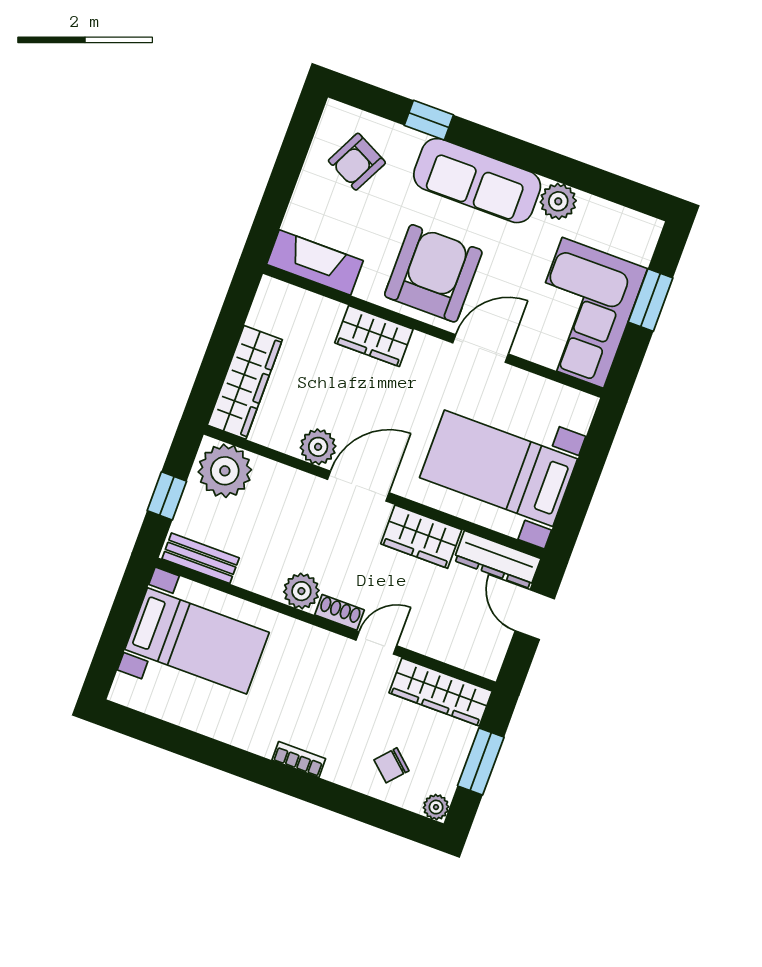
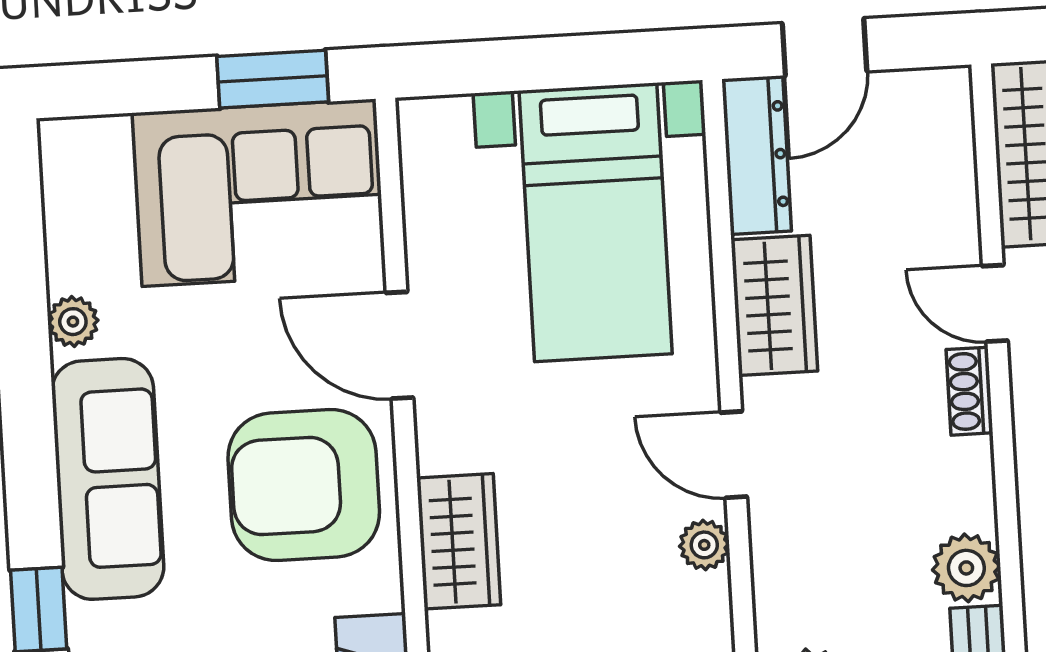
plant: (558, 201) -> (73, 322), width x0.73, depth x0.73
window: (651, 300) -> (273, 79), moved
plant: (318, 447) -> (704, 545), width x0.73, depth x0.73
door: (358, 486) -> (734, 455), width x0.73
plant: (301, 591) -> (966, 568), moved

